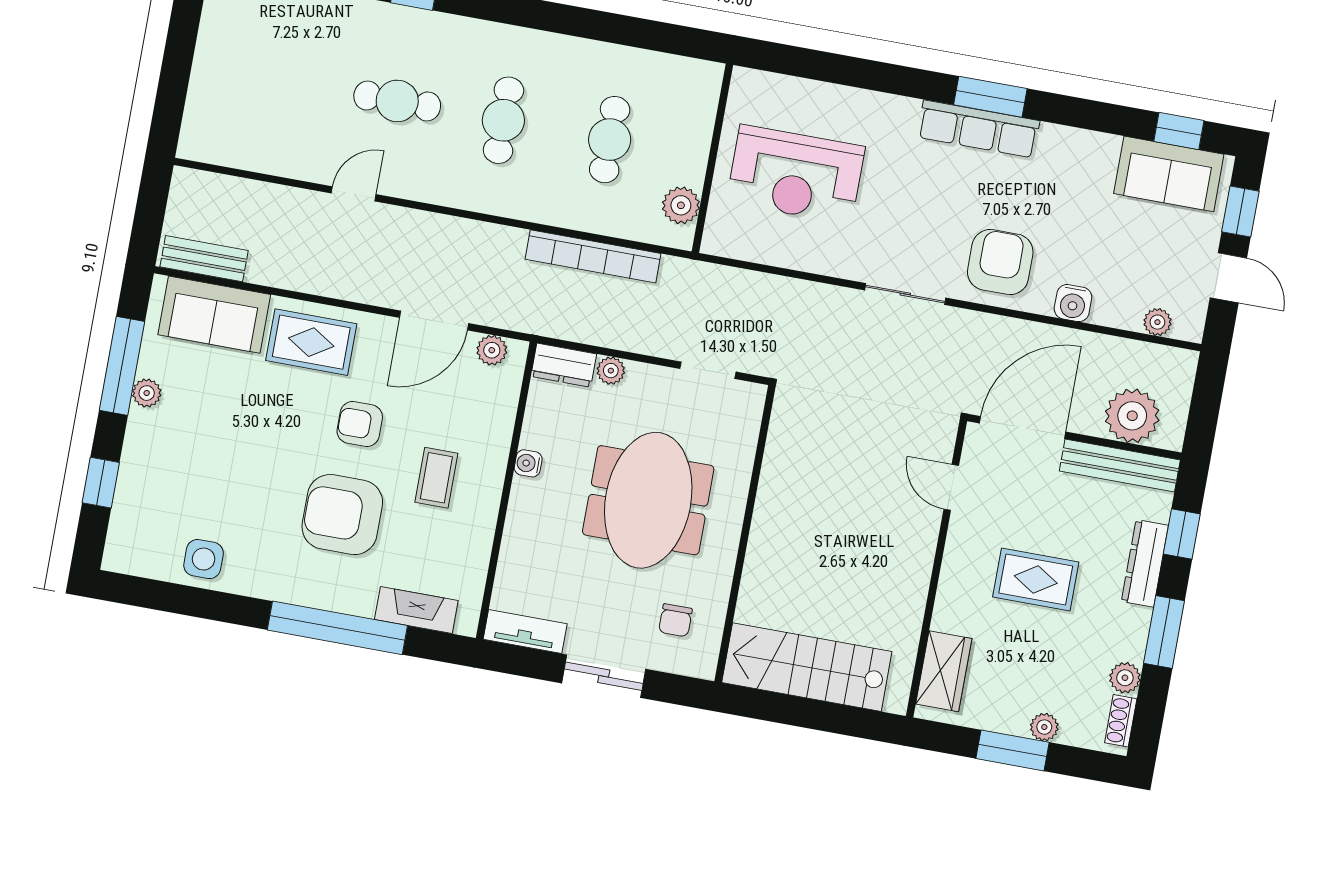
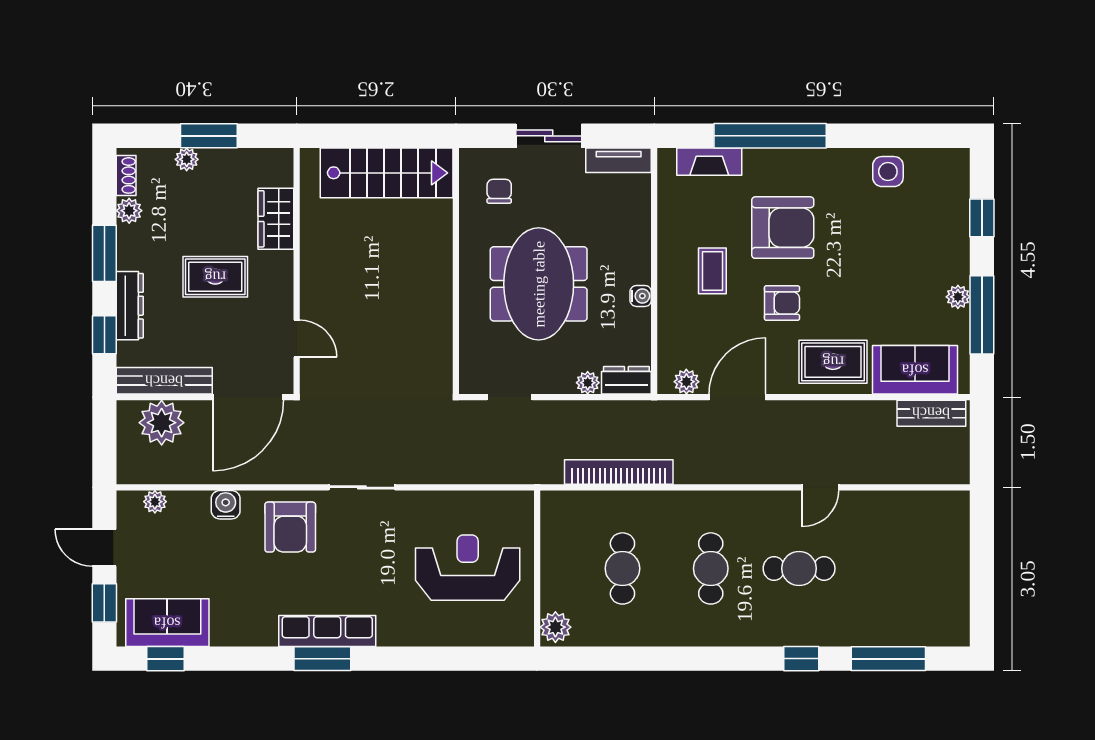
plant: (681, 205) -> (555, 627), moved
wardrobe: (944, 671) -> (276, 219), moved

